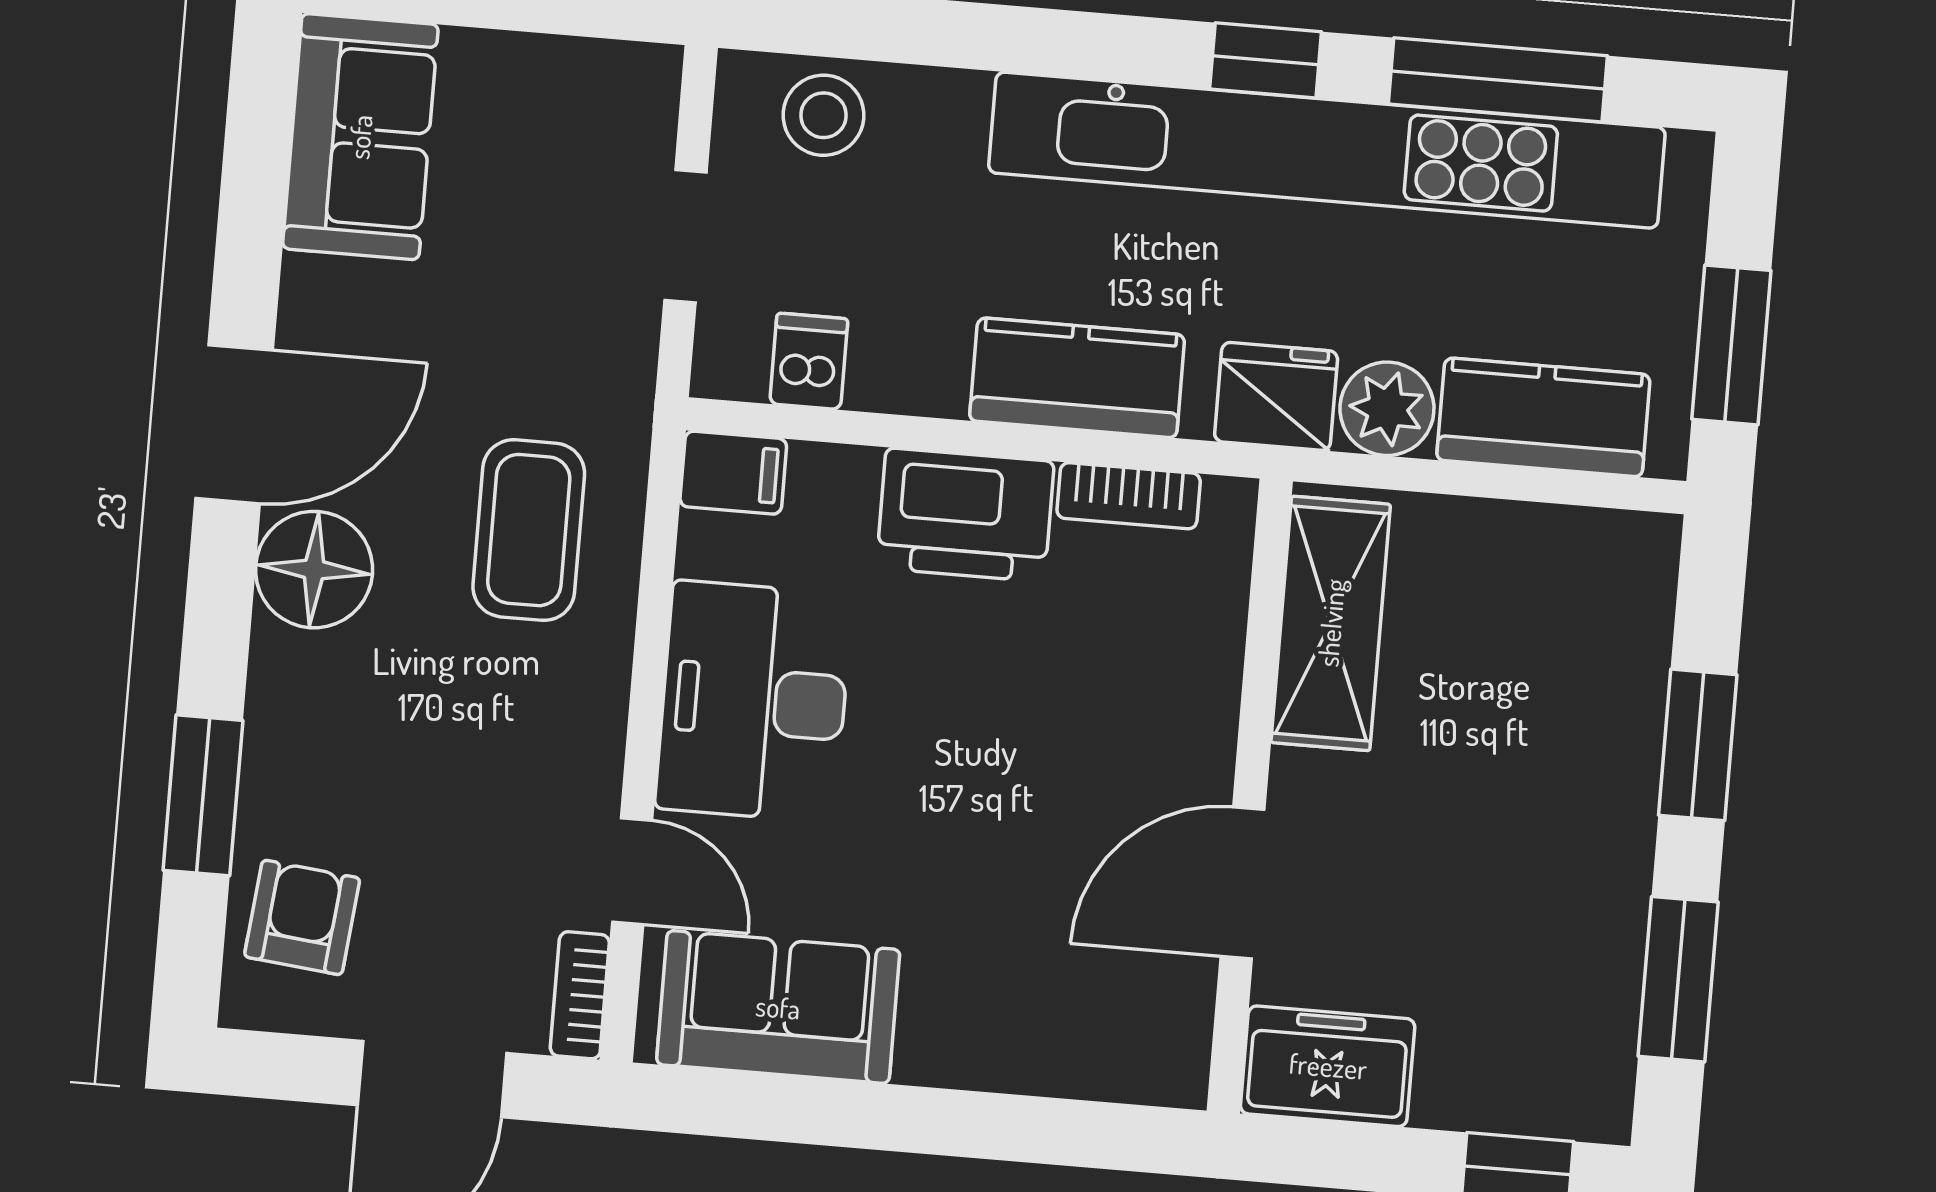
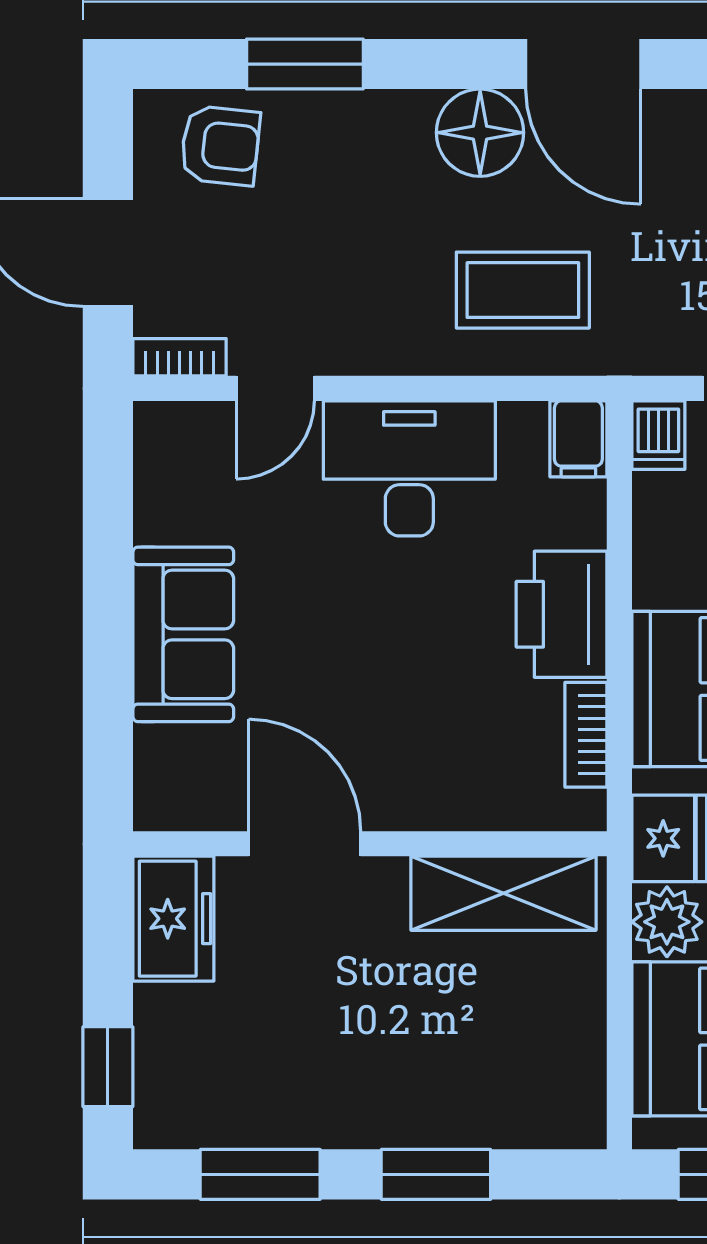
dishwasher: (809, 361) -> (658, 435), moved, turned 90
sofa: (778, 1007) -> (183, 634), moved

